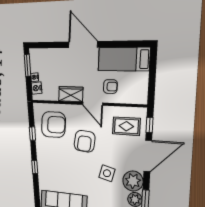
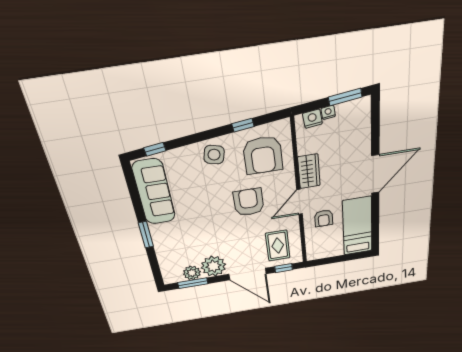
armchair: (85, 141) -> (249, 202), turned 85
window: (35, 167) -> (155, 149), moved
side table: (107, 173) -> (214, 155), moved

